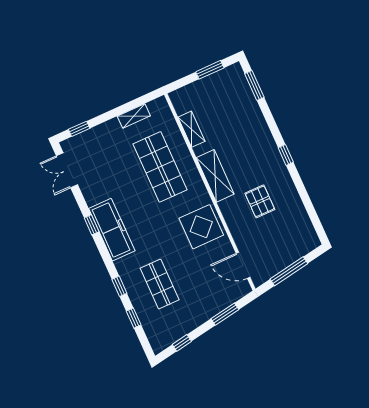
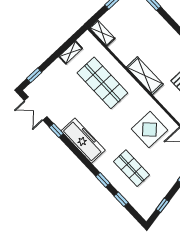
shelving: (192, 129) -> (102, 33), moved
window: (92, 225) -> (56, 130), moved
display table: (201, 227) -> (149, 129), moved

